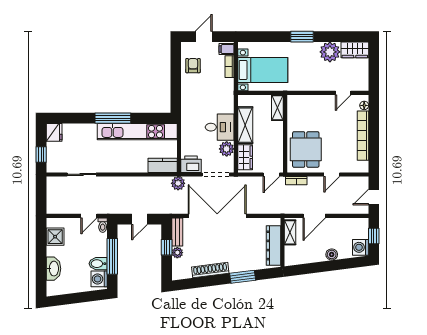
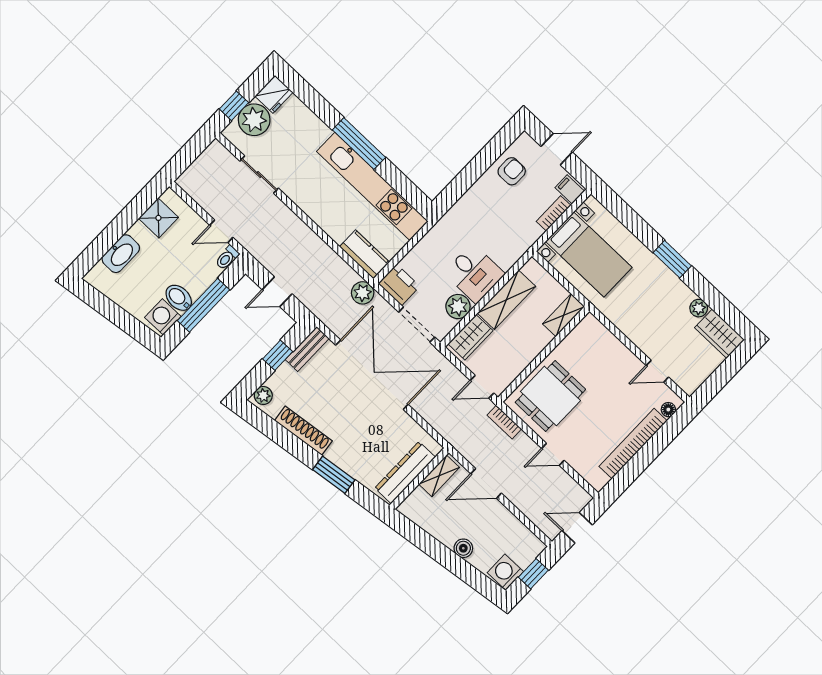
plant: (330, 52) -> (699, 308), width x0.53, depth x0.53
plant: (56, 152) -> (254, 120), added
plant: (177, 253) -> (263, 395), moved

